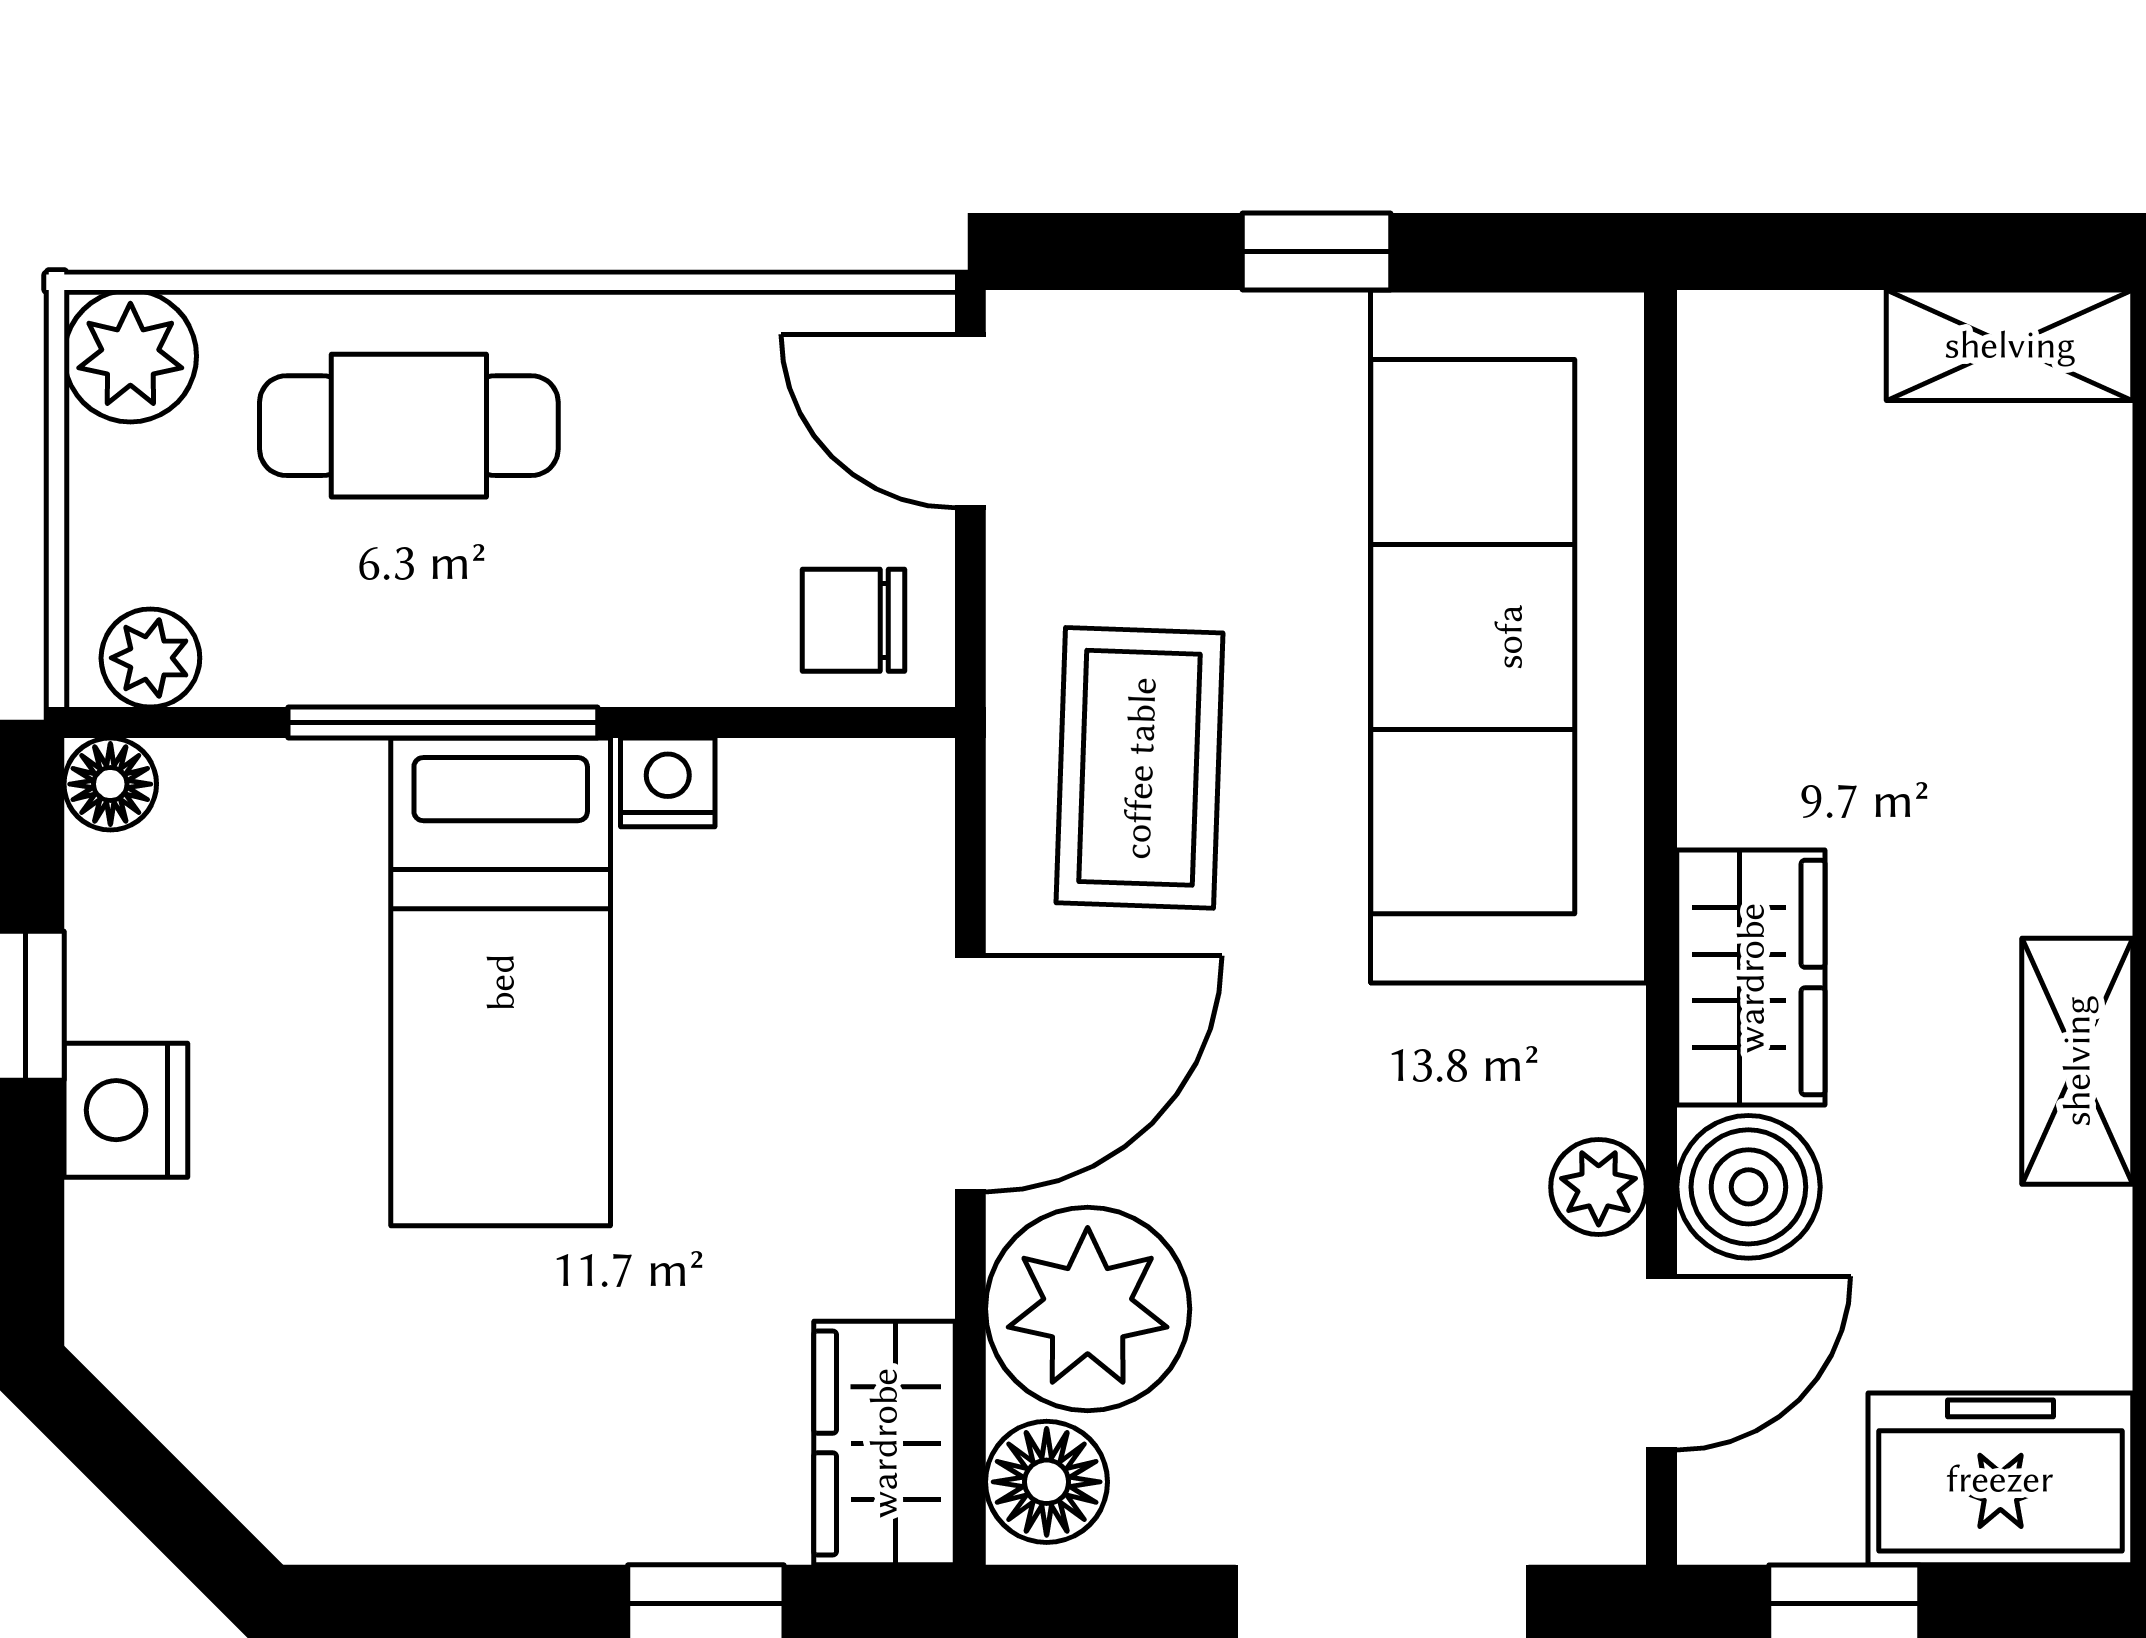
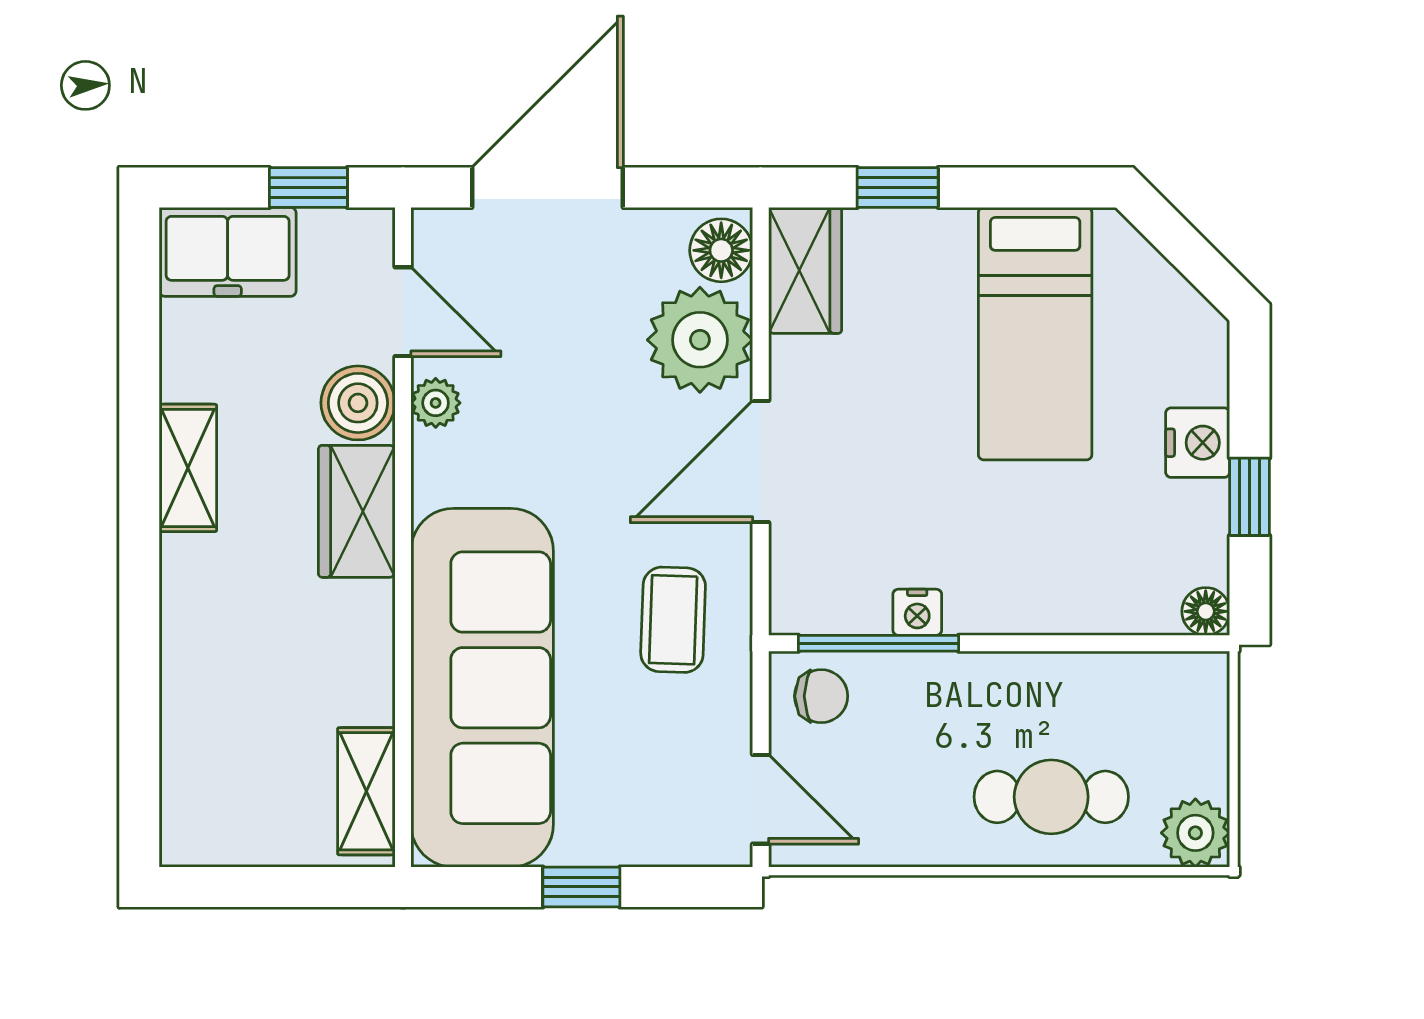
shelving: (2010, 345) -> (366, 791), moved, turned 90
plant: (150, 658) -> (1185, 677), removed
window: (443, 723) -> (879, 643), moved
coffee table: (1140, 768) -> (673, 620), width x0.73, depth x0.77
bed: (501, 982) -> (1035, 334), moved, turned 180
door: (1662, 1363) -> (403, 312), swing flipped

